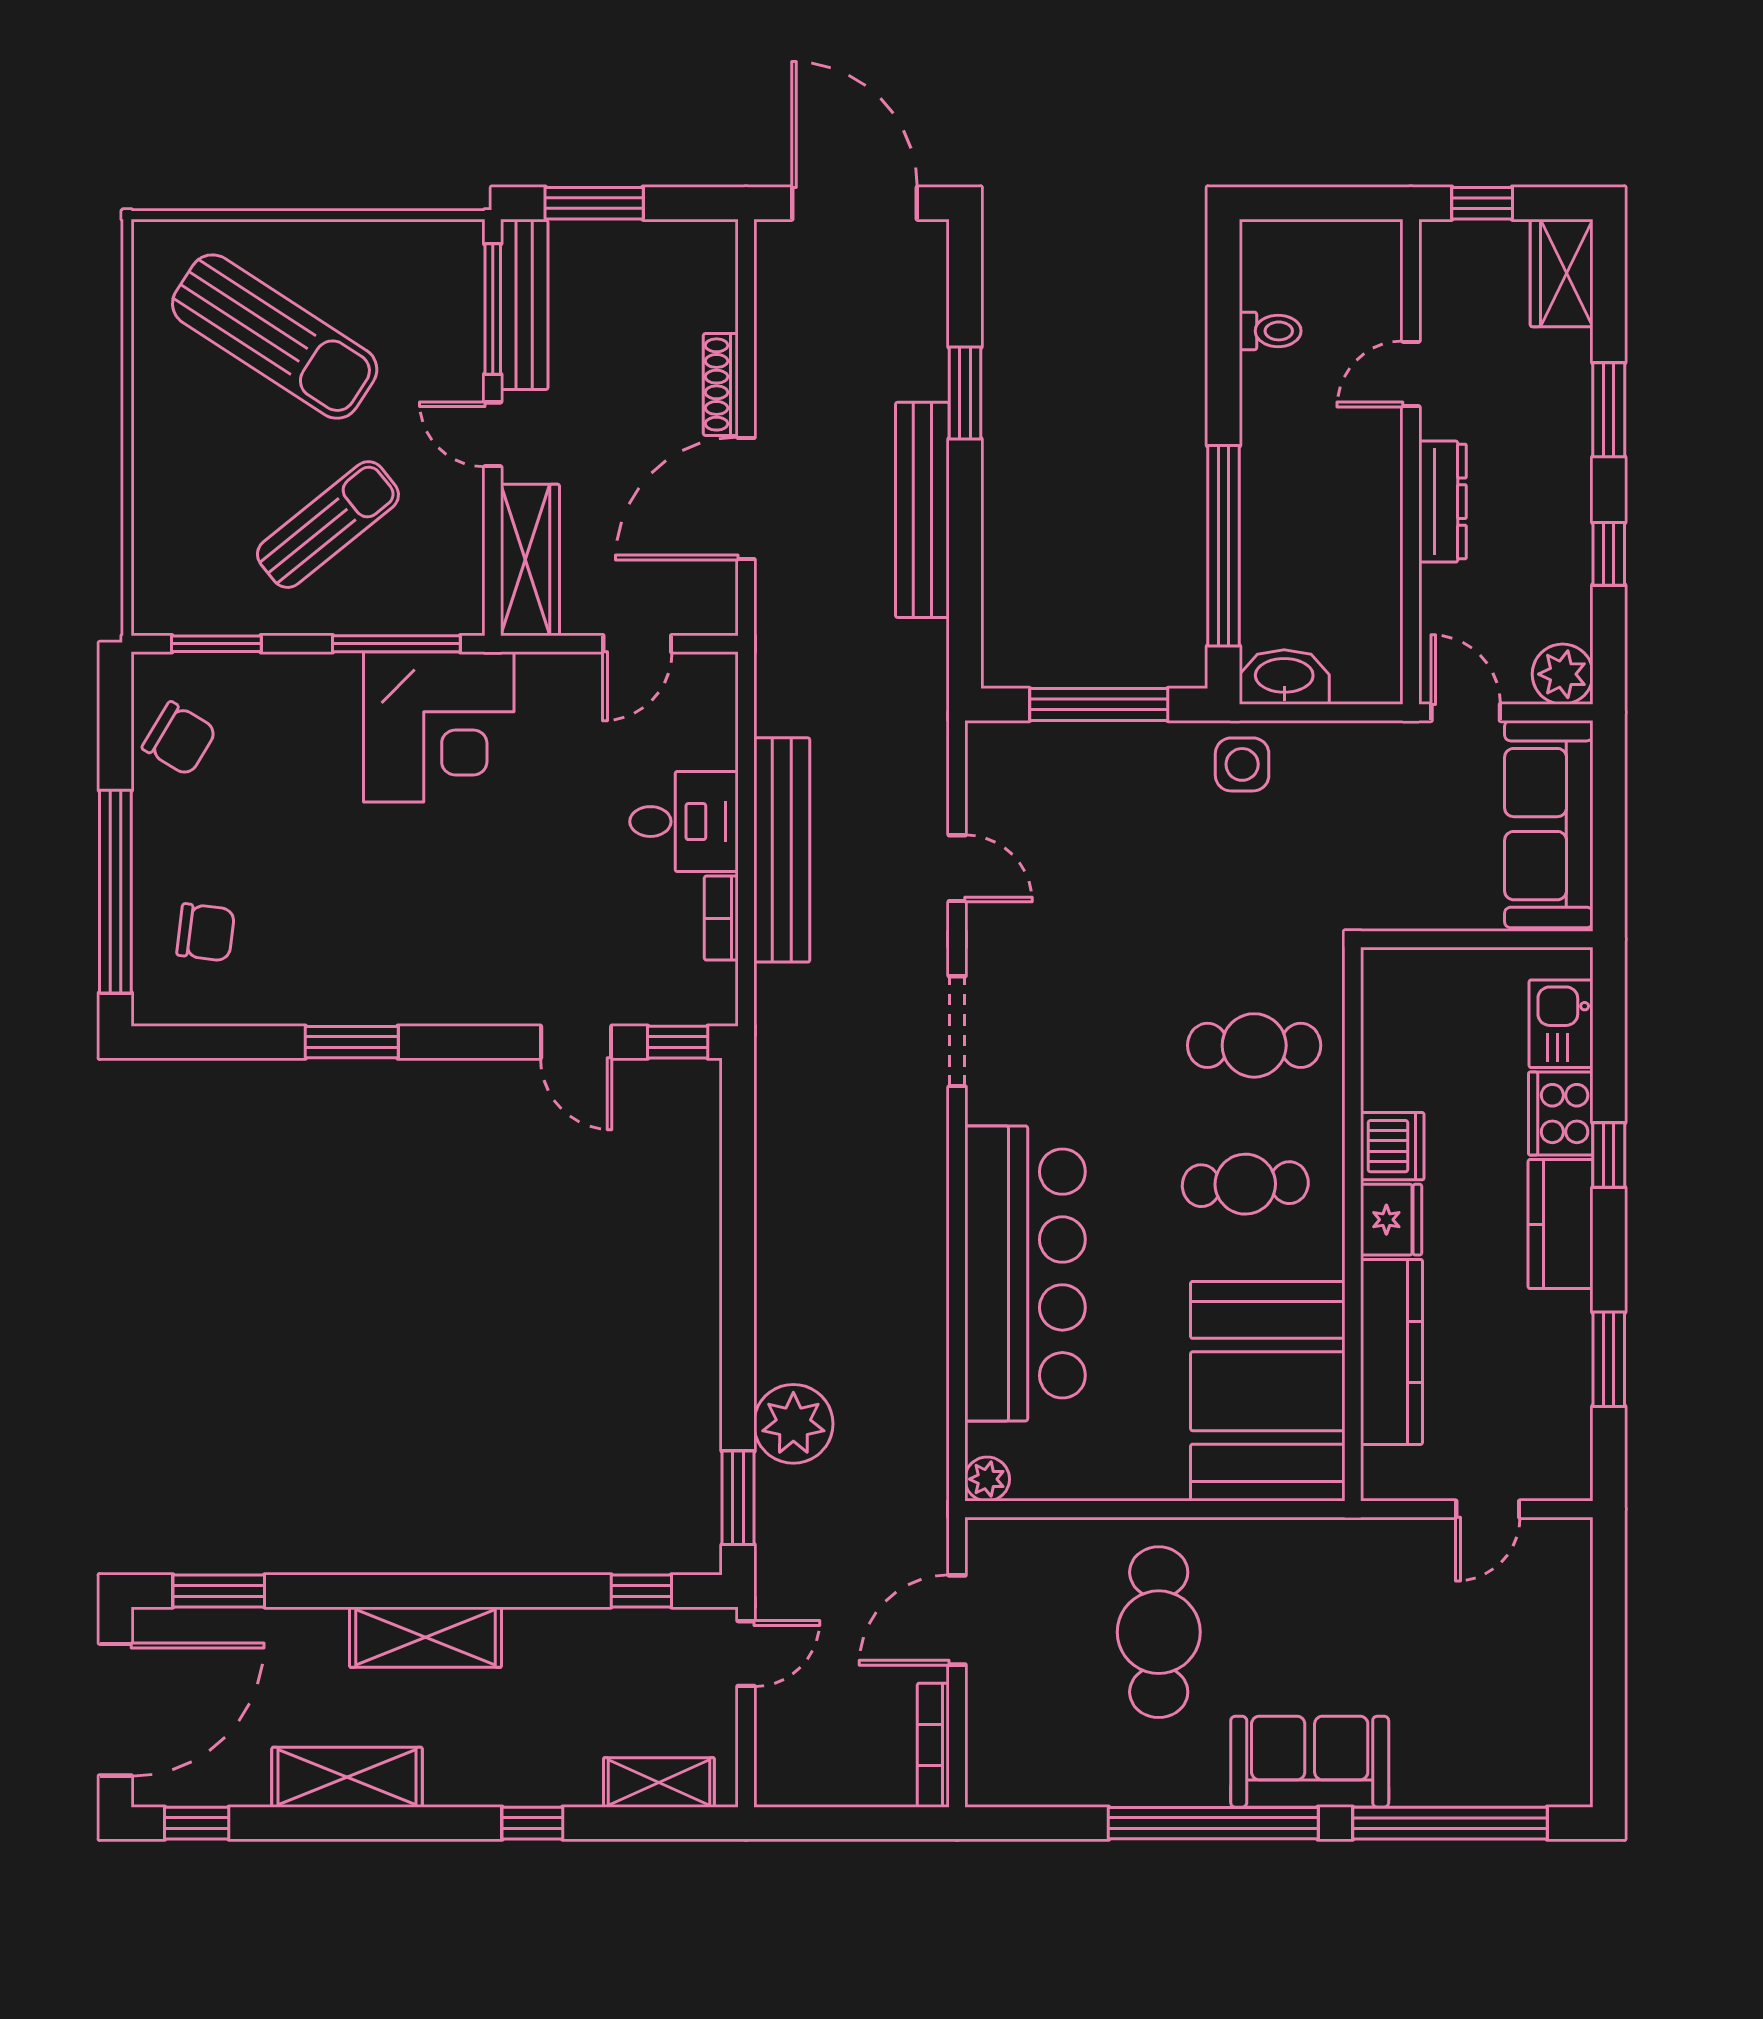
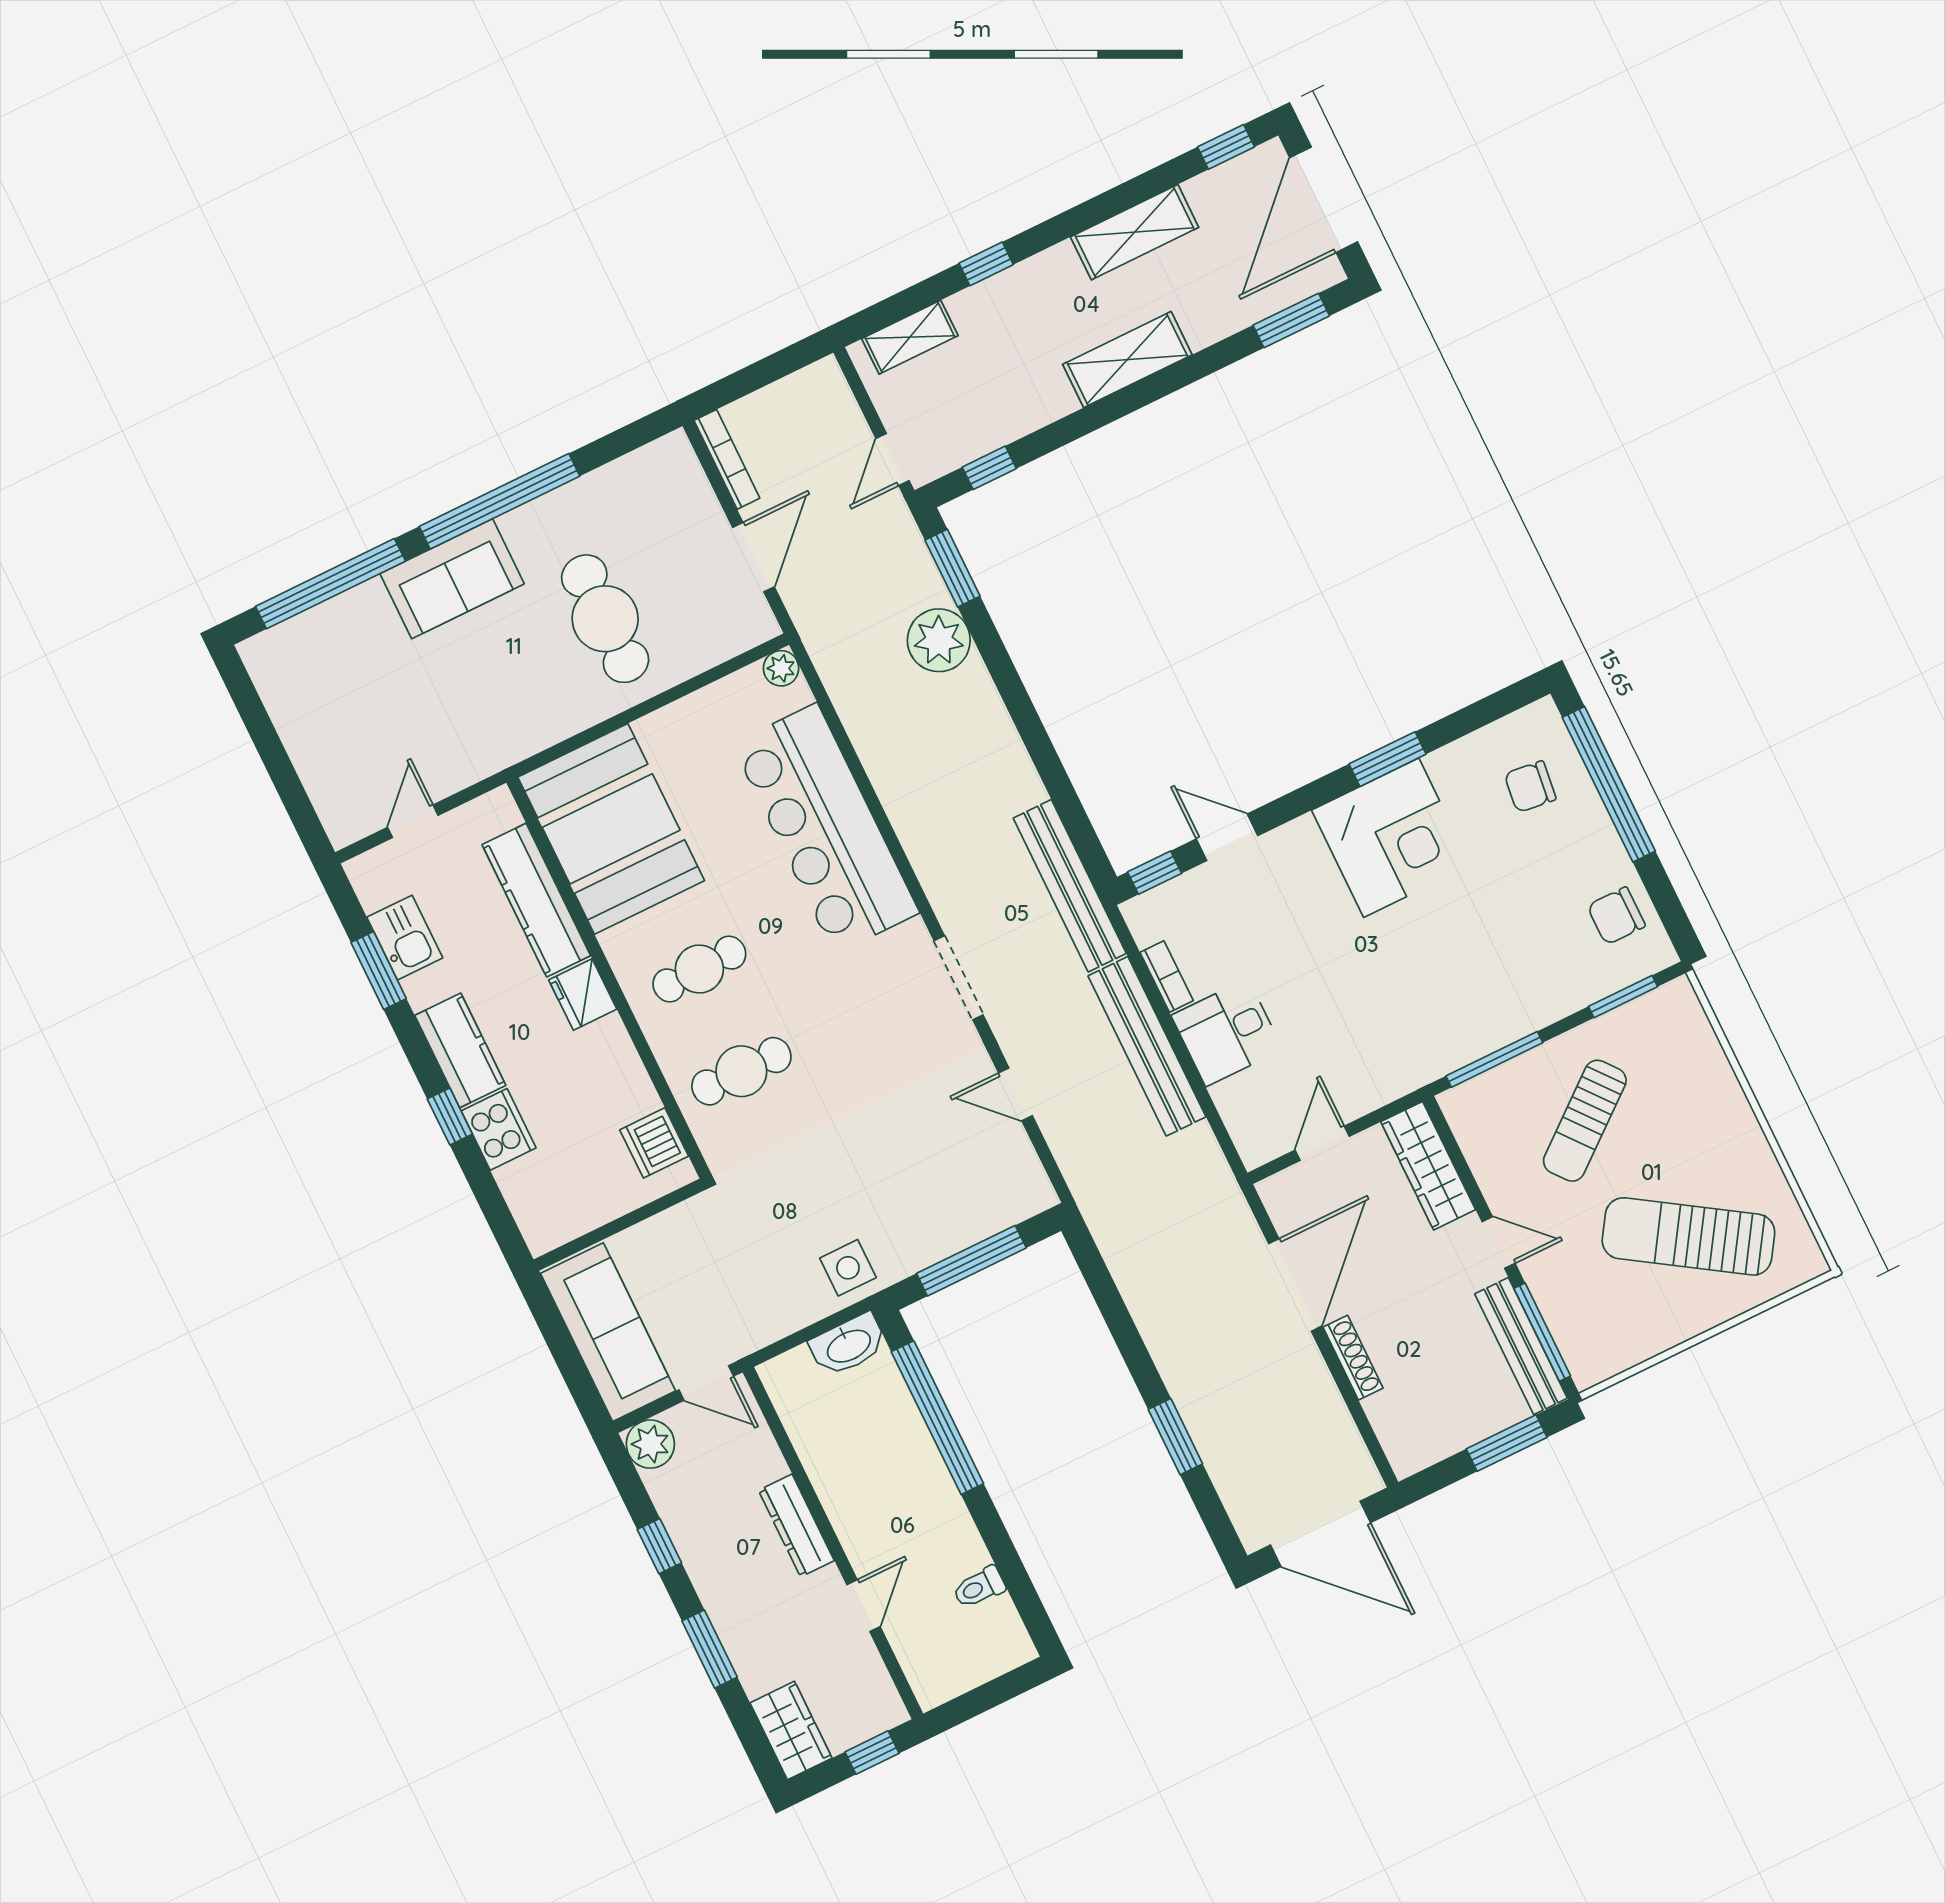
bench: (922, 510) -> (1070, 886), moved
corner desk: (439, 727) -> (1391, 838), moved, turned 180
chair: (179, 739) -> (1616, 916), turned -31
kitchen sink: (1561, 1024) -> (405, 938), moved
dishwasher: (1392, 1146) -> (654, 1143), moved

